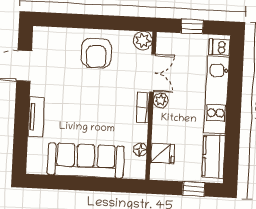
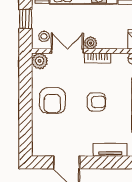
stool: (171, 47) -> (44, 36), added
armchair: (96, 53) -> (52, 101), turned 90
armchair: (92, 104) -> (96, 102), added

